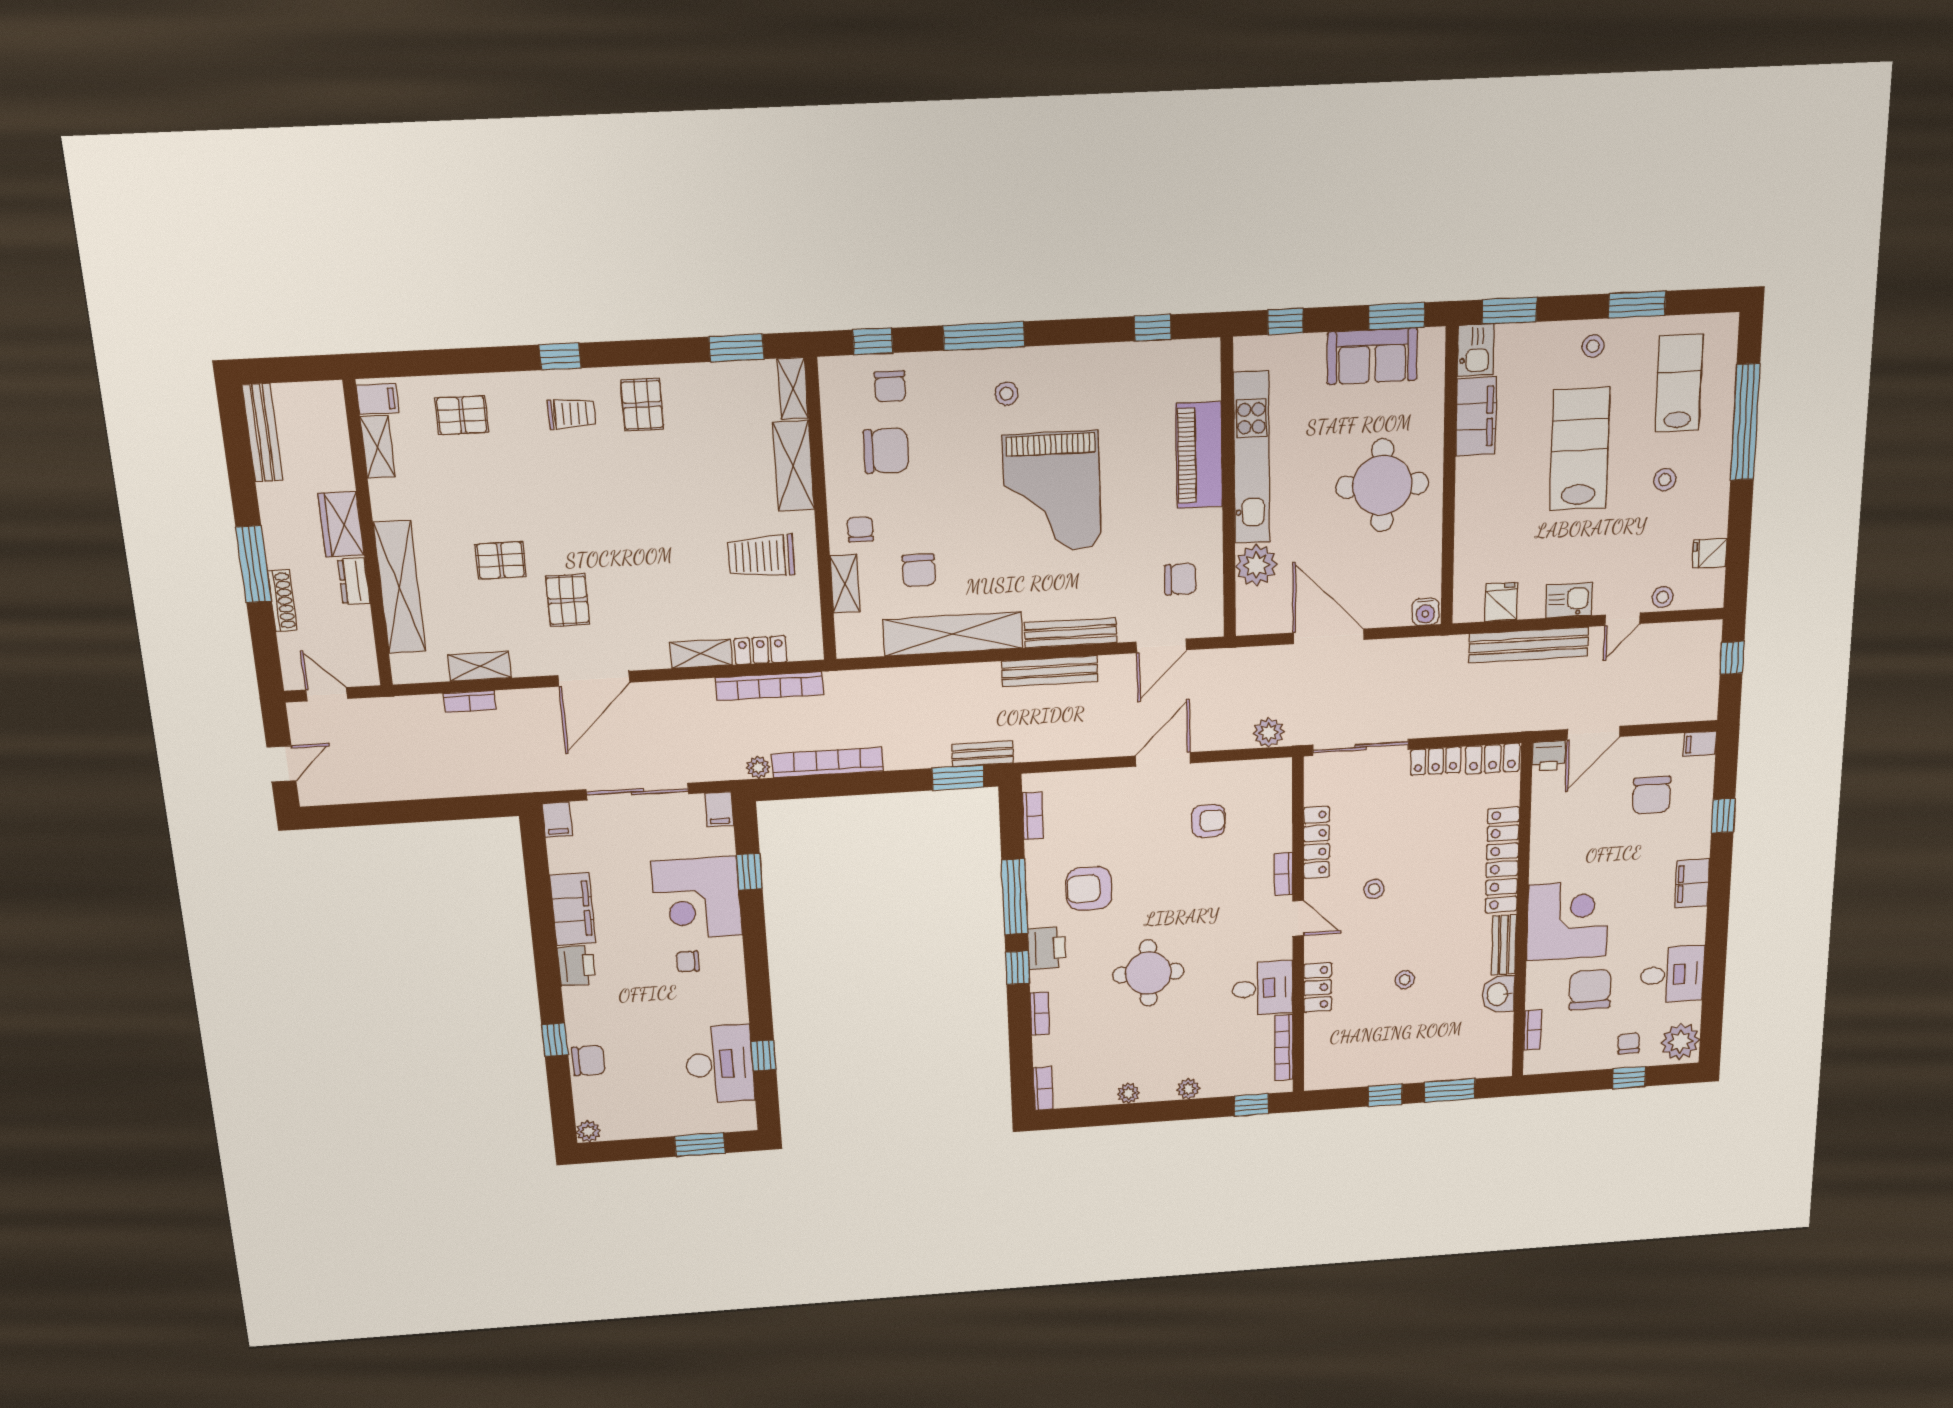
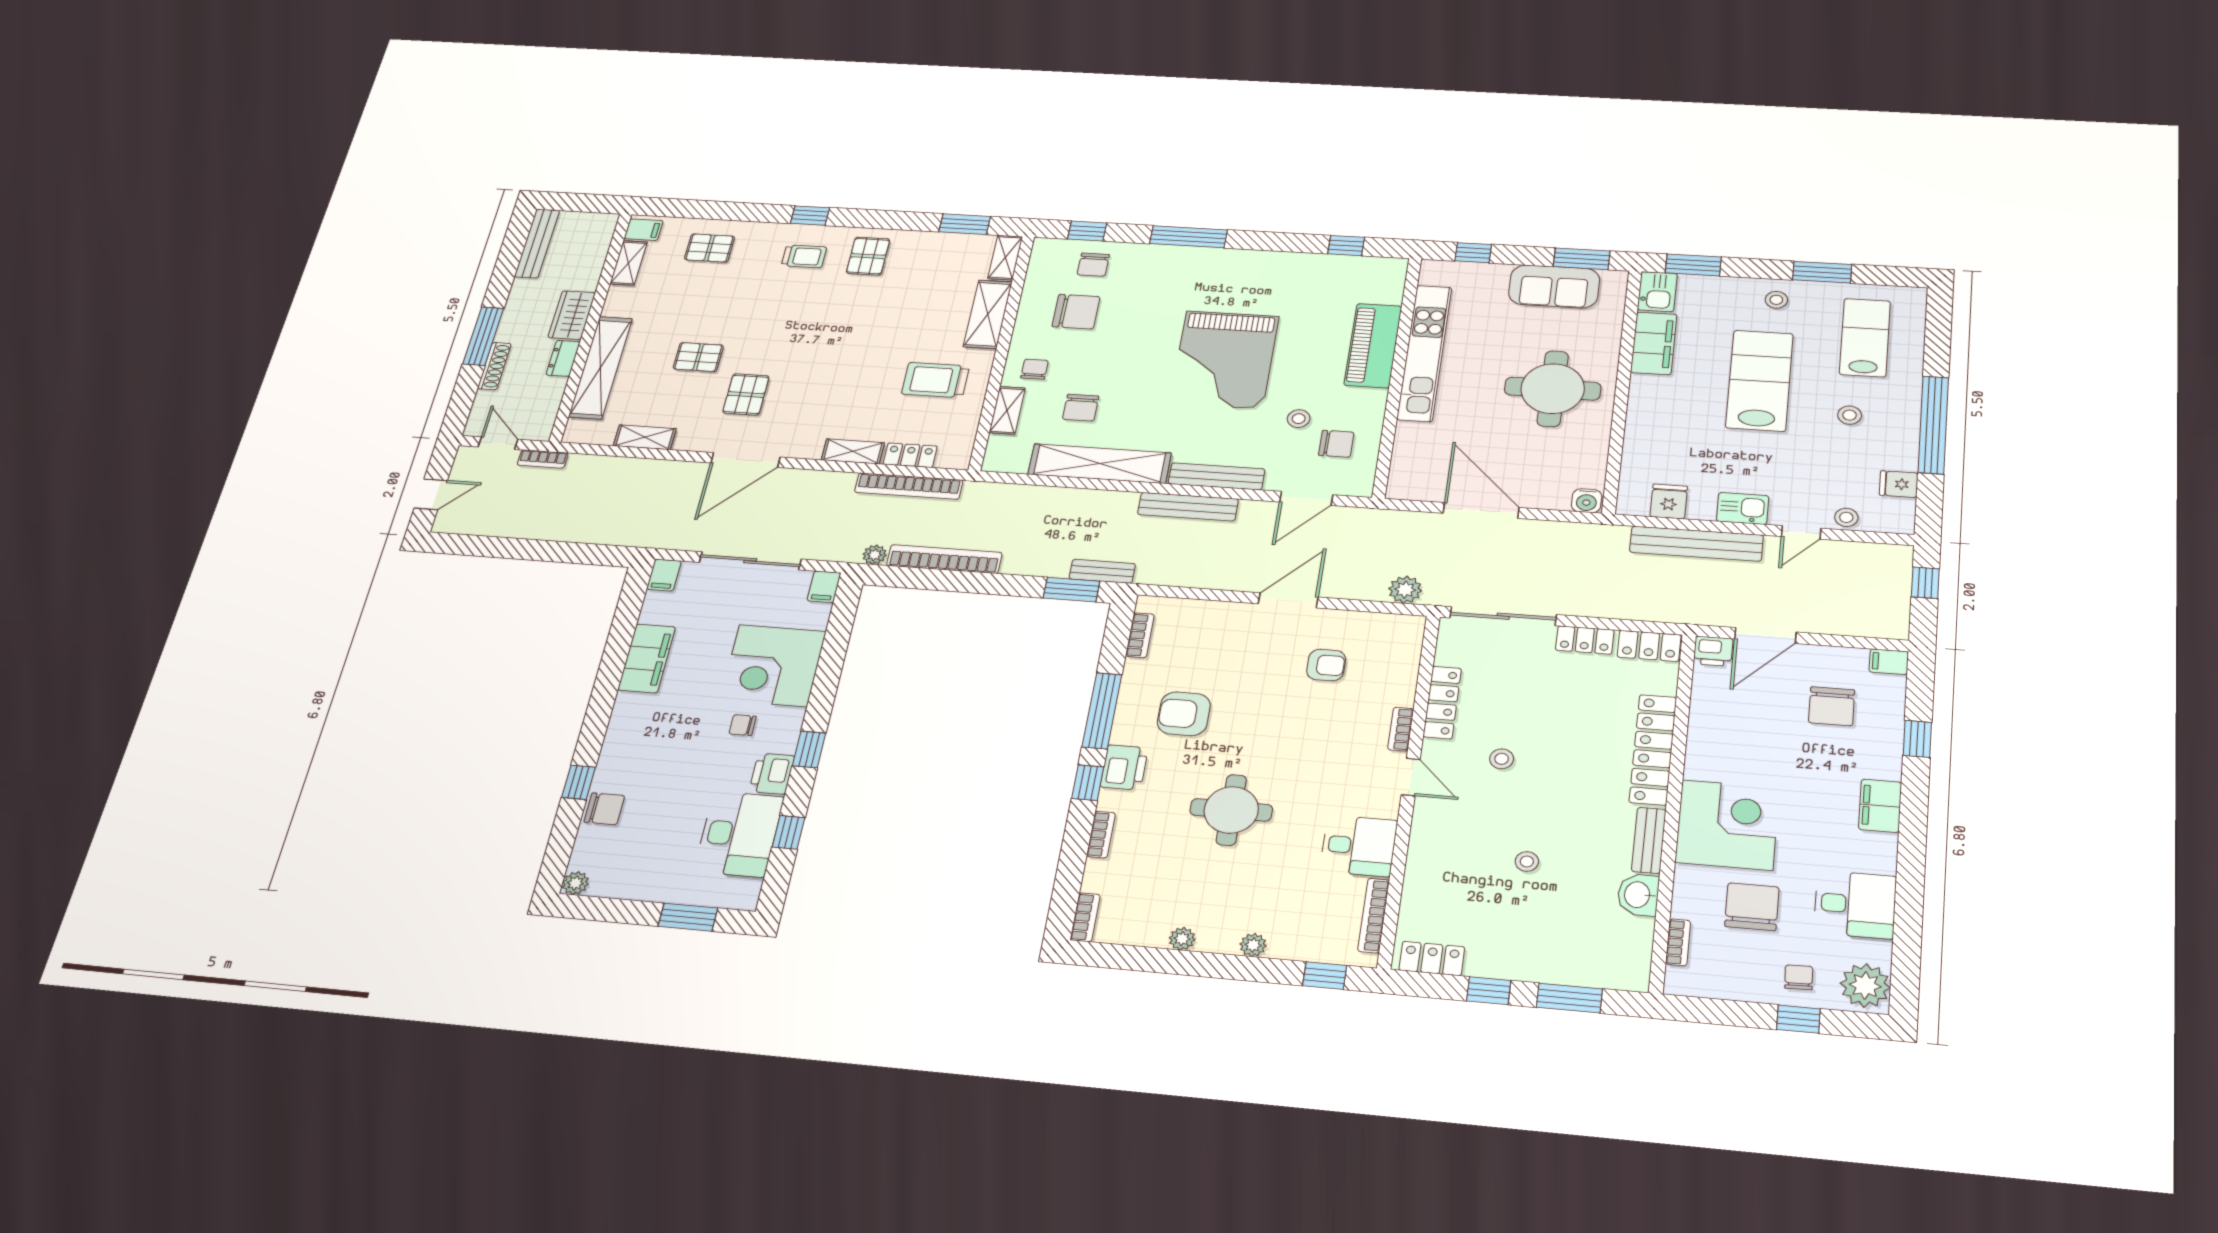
stool: (1006, 394) -> (1299, 419), moved
window: (1745, 422) -> (1933, 425), moved
plant: (1256, 565) -> (1415, 441), removed
bookcase: (470, 702) -> (543, 459), moved
window: (749, 872) -> (809, 749), moved
printer: (576, 966) -> (772, 774), moved, turned 180
locker: (1318, 987) -> (1432, 959), moved, turned -90

